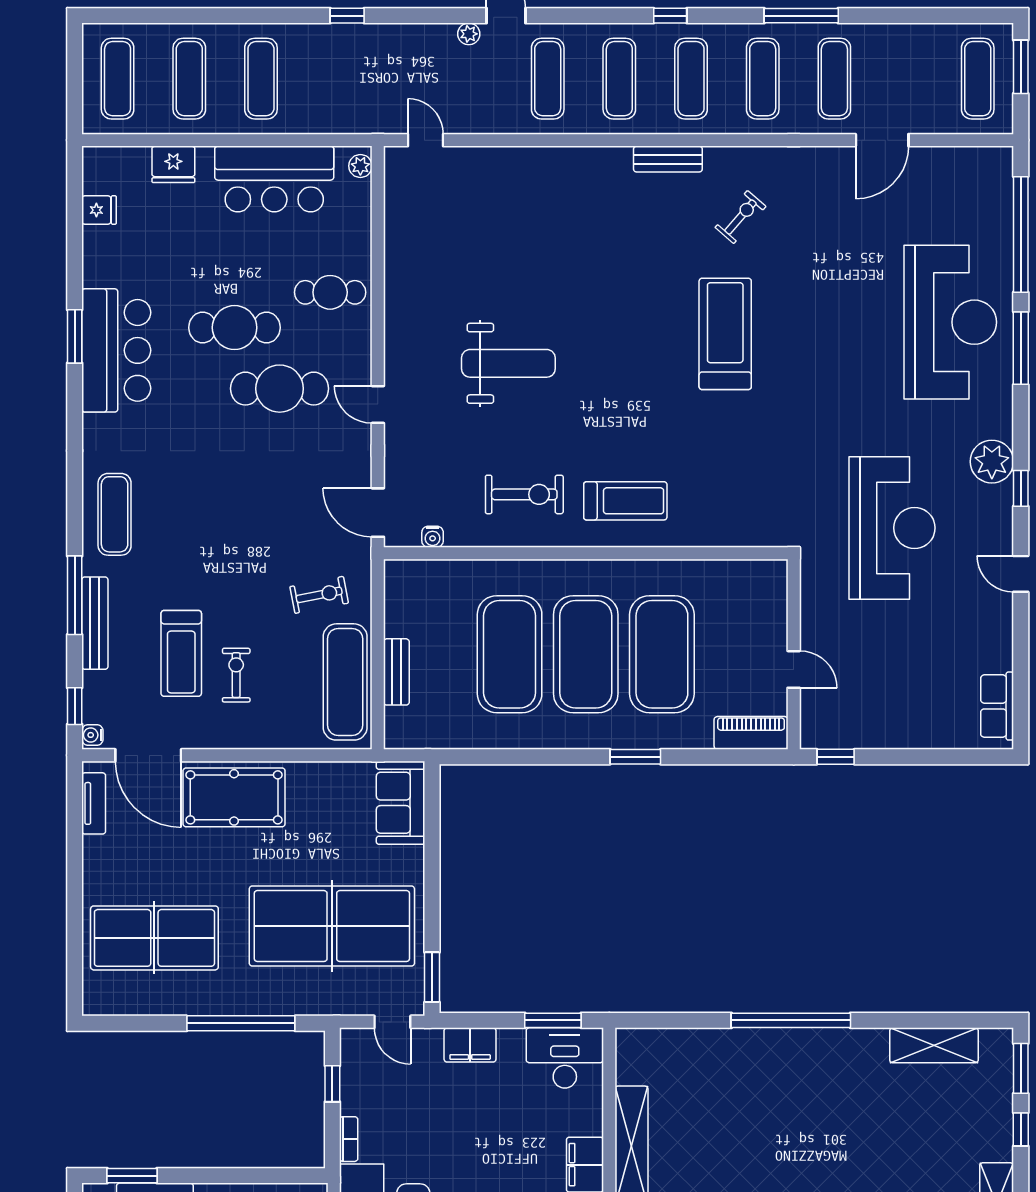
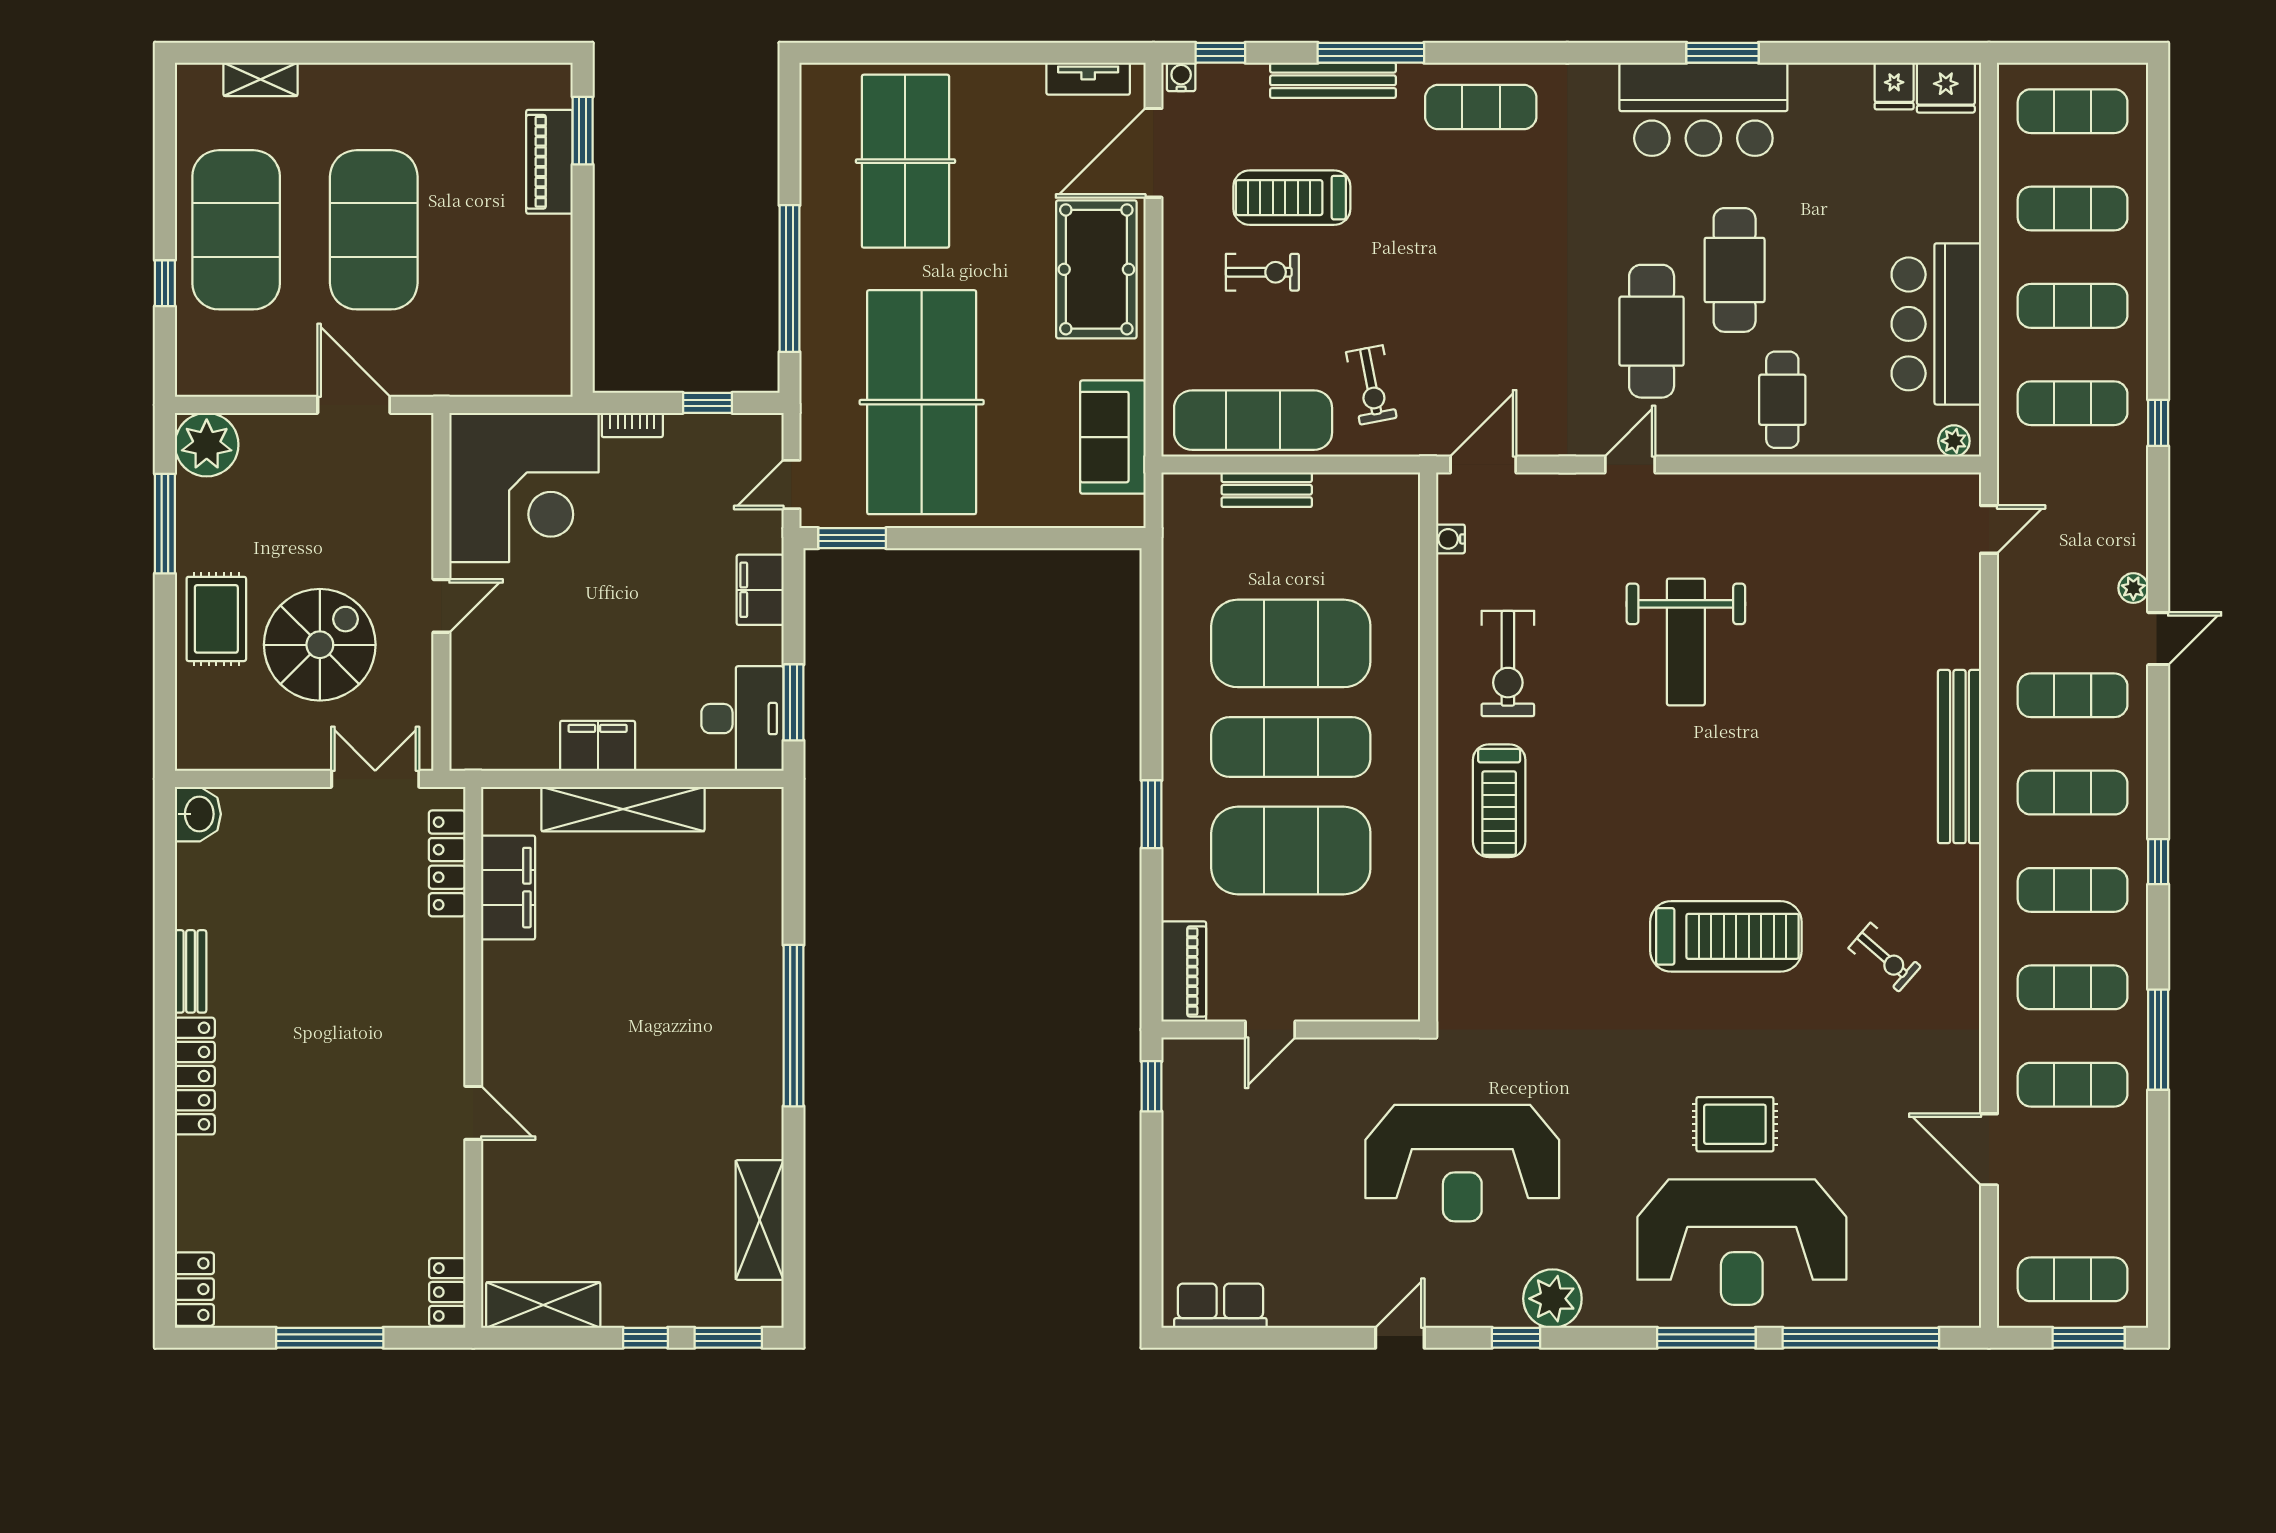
exercise mat: (333, 79) -> (2073, 403), added
bench: (668, 159) -> (1960, 757), moved, width x1.86, depth x1.21
fridge: (173, 164) -> (1946, 88), moved, turned -90
rug: (864, 327) -> (1735, 1124), added
exercise mat: (586, 654) -> (1291, 747), width x0.68
sofa: (401, 803) -> (1113, 437), moved, turned -90

